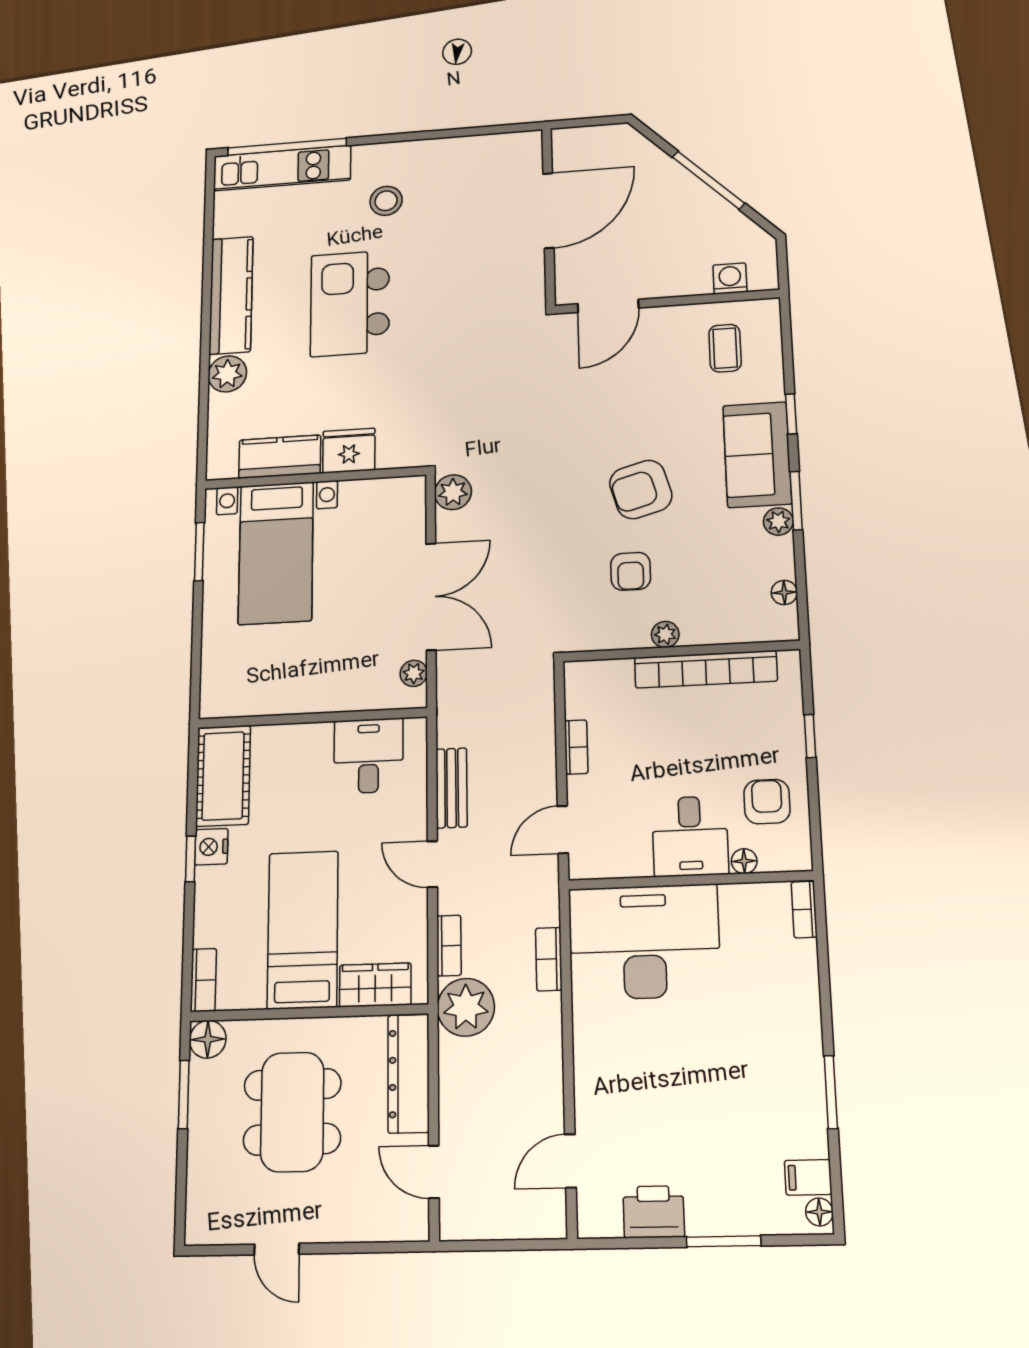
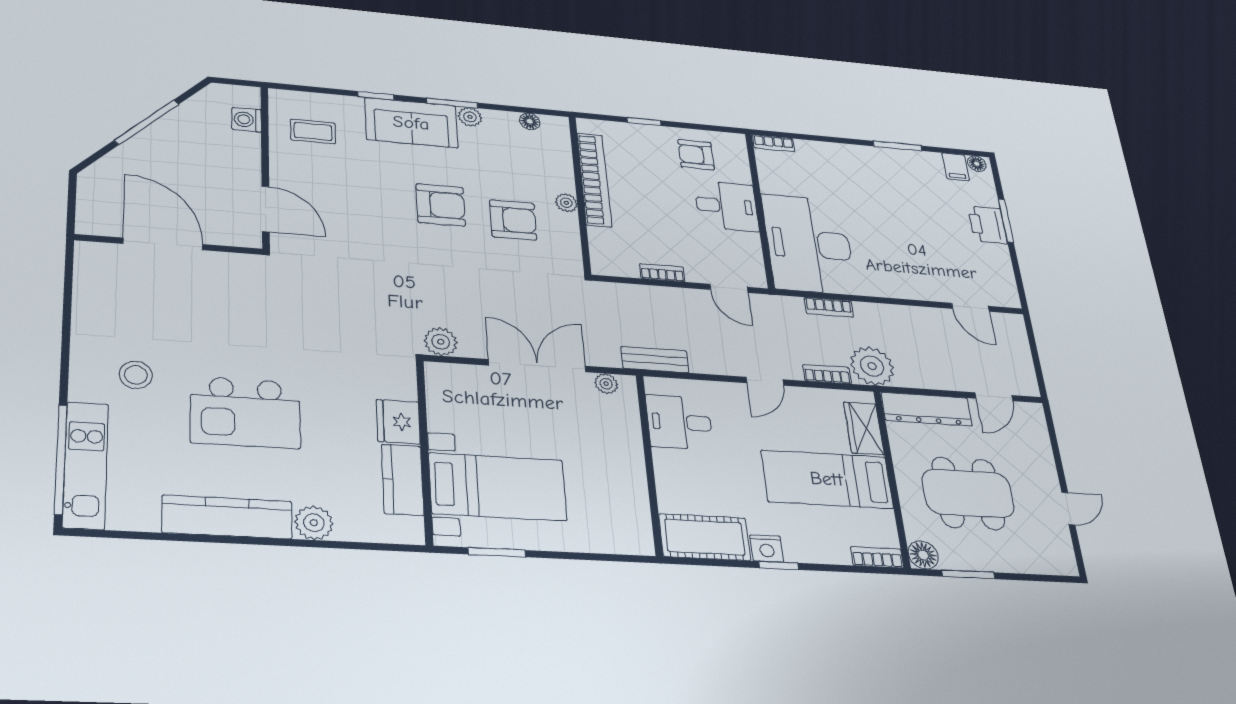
armchair: (641, 489) -> (441, 205), turned -74
armchair: (631, 571) -> (513, 220), width x1.38, depth x1.38
bench: (451, 788) -> (655, 360), moved
floor lamp: (744, 861) -> (742, 175), removed
printer: (654, 1212) -> (987, 225), moved

